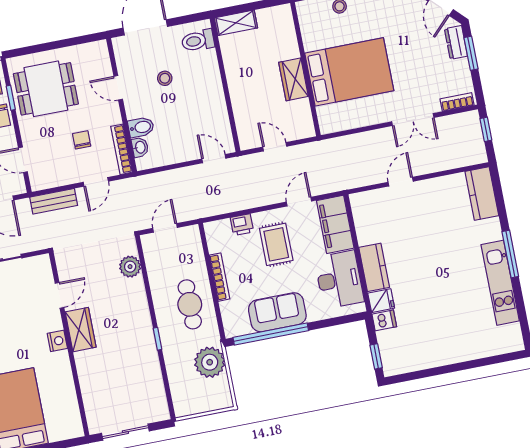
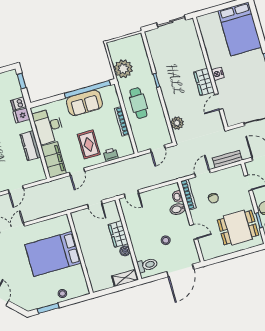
boiler: (232, 67) -> (125, 251), added
wardrobe: (293, 79) -> (118, 234), moved, turned 180
kitchen counter: (374, 267) -> (30, 146), moved

